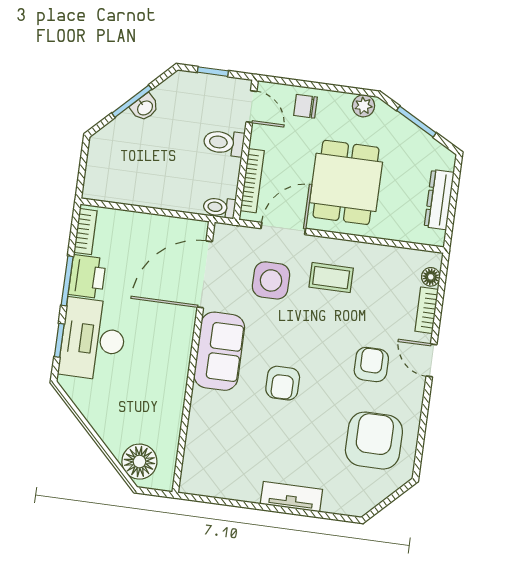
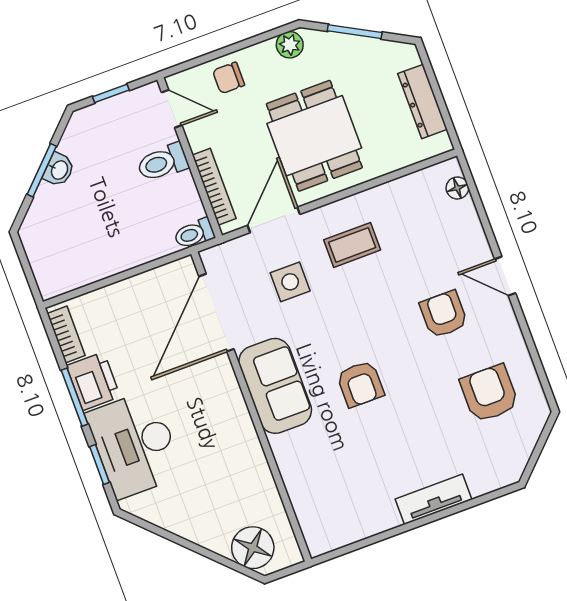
side table: (271, 280) -> (290, 282), width x0.73, depth x0.73
bookcase: (427, 310) -> (472, 226), removed
armchair: (374, 441) -> (489, 393), width x0.73, depth x0.73

